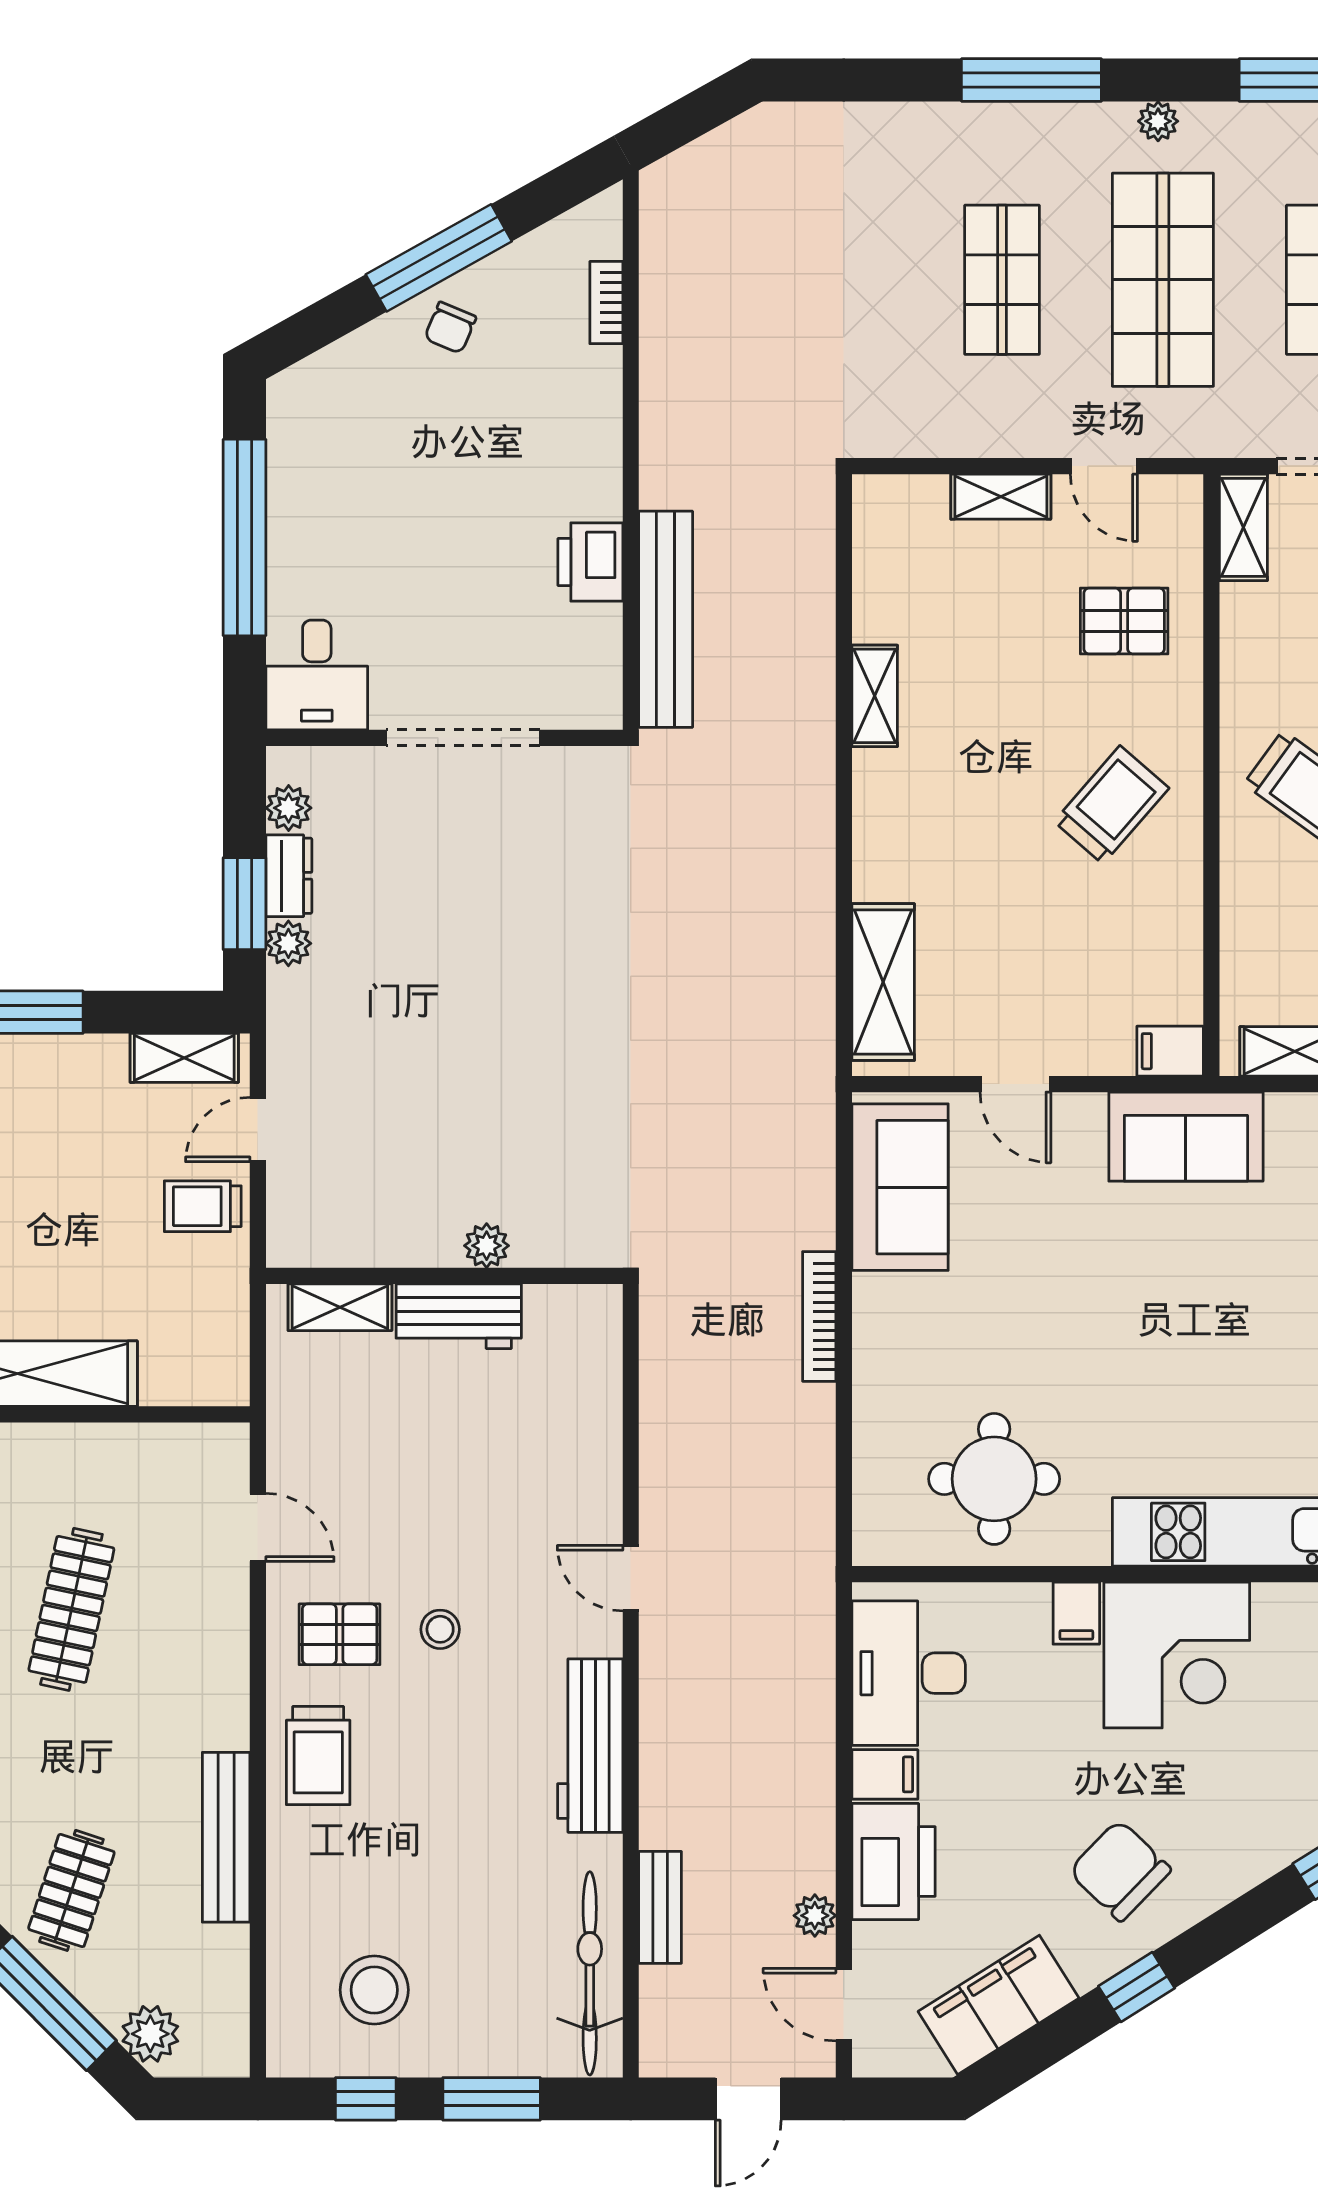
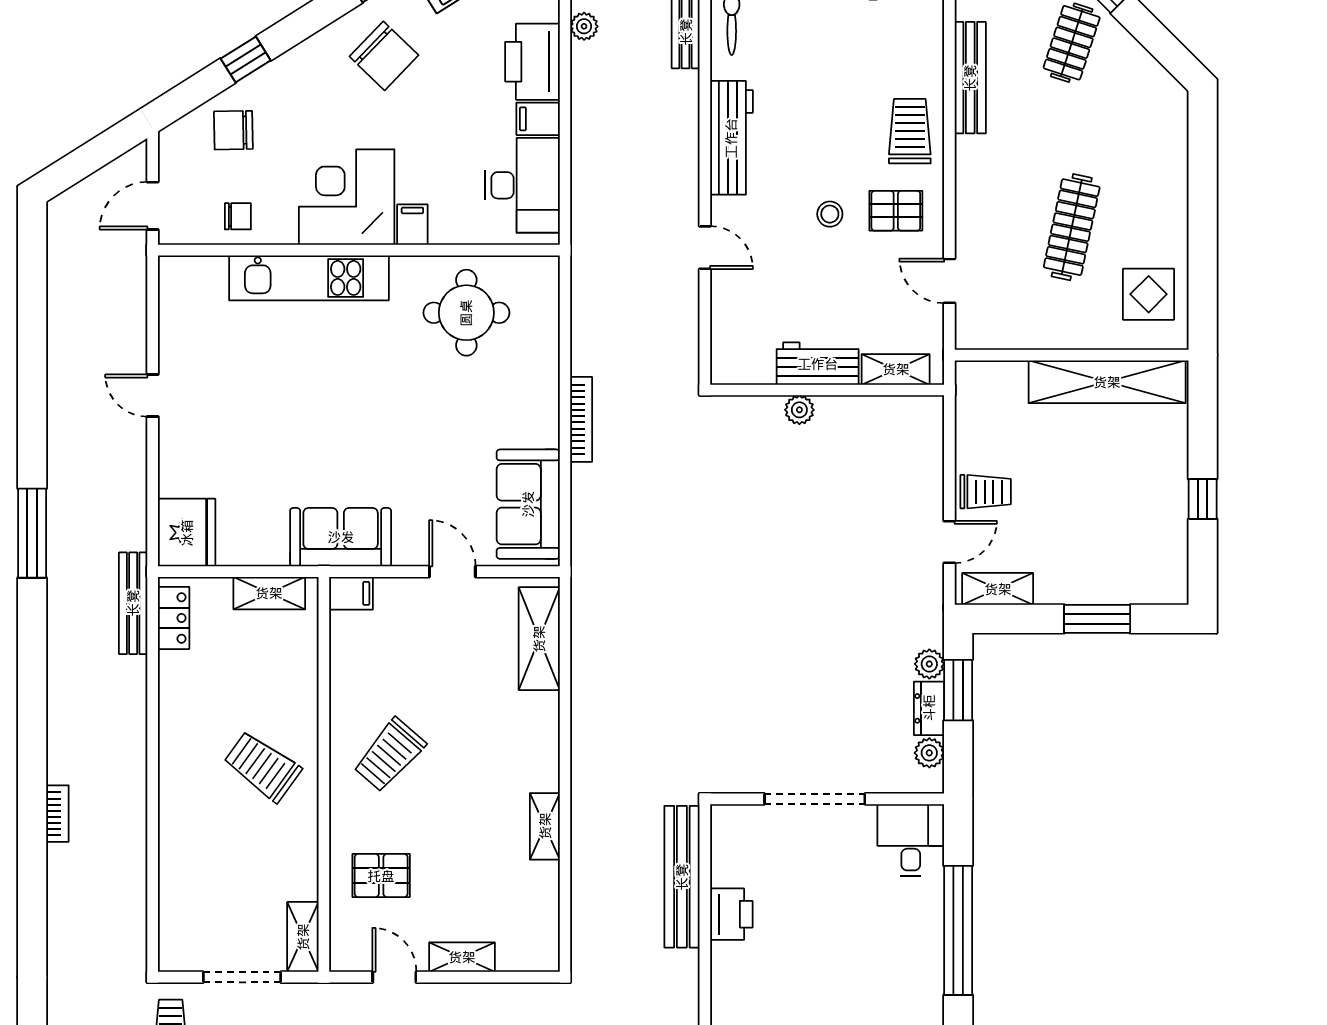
plant: (487, 1246) -> (799, 410), moved
wall: (444, 1276) -> (827, 390), moved
shelving: (340, 1307) -> (896, 369), moved
workbench: (459, 1316) -> (818, 364), moved

